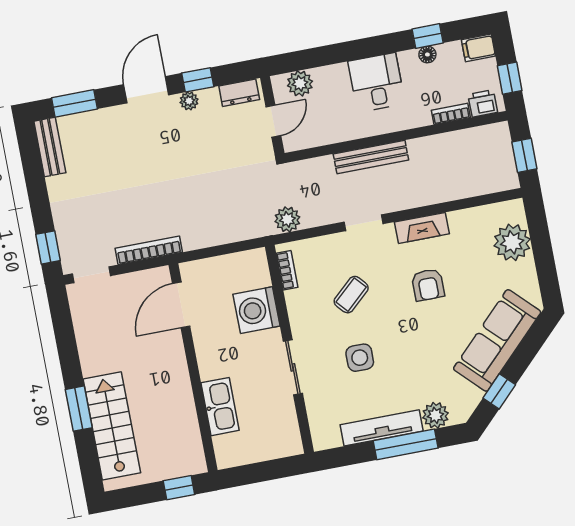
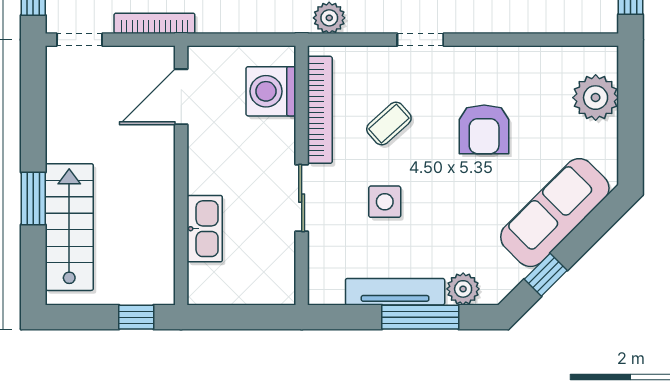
fireplace: (422, 228) -> (490, 59), removed
bookcase: (287, 270) -> (320, 110), width x2.31, depth x1.31
armchair: (428, 285) -> (484, 129), width x1.38, depth x1.38
washing machine: (257, 310) -> (271, 91), moved

